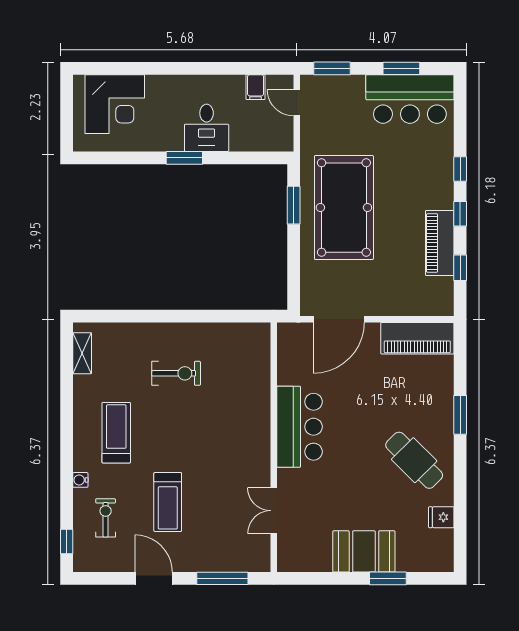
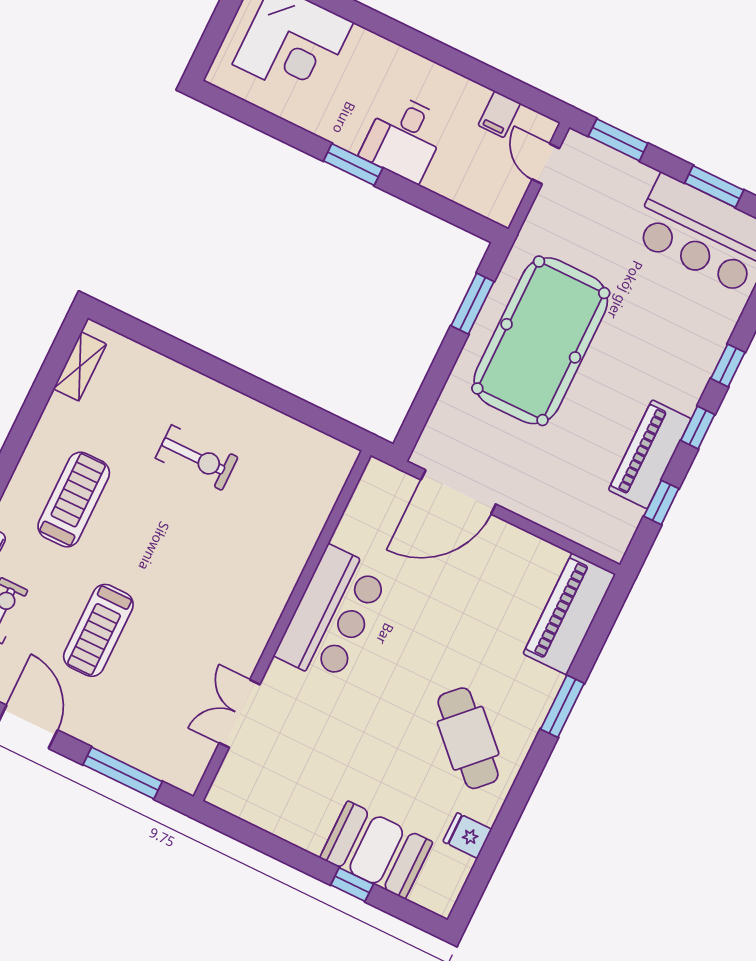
piano: (417, 338) -> (569, 614), moved, turned 90
booth: (364, 551) -> (376, 850), moved
window: (388, 578) -> (352, 884), width x0.67

